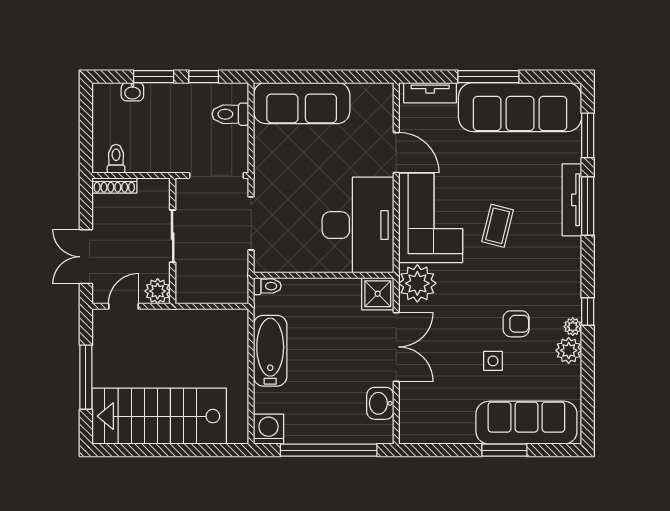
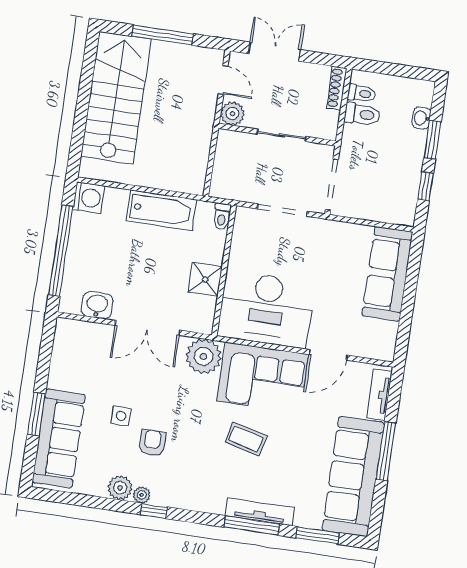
toilet: (230, 114) -> (362, 114), moved, turned 90
shower: (378, 294) -> (205, 279), moved
armchair: (516, 324) -> (152, 443), turned 180

